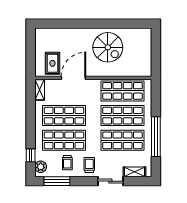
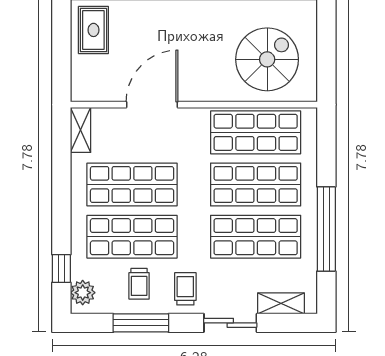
spiral stairs: (108, 47) -> (267, 59), moved, turned -90
rug: (52, 63) -> (93, 30), moved
window: (57, 181) -> (141, 323), moved

